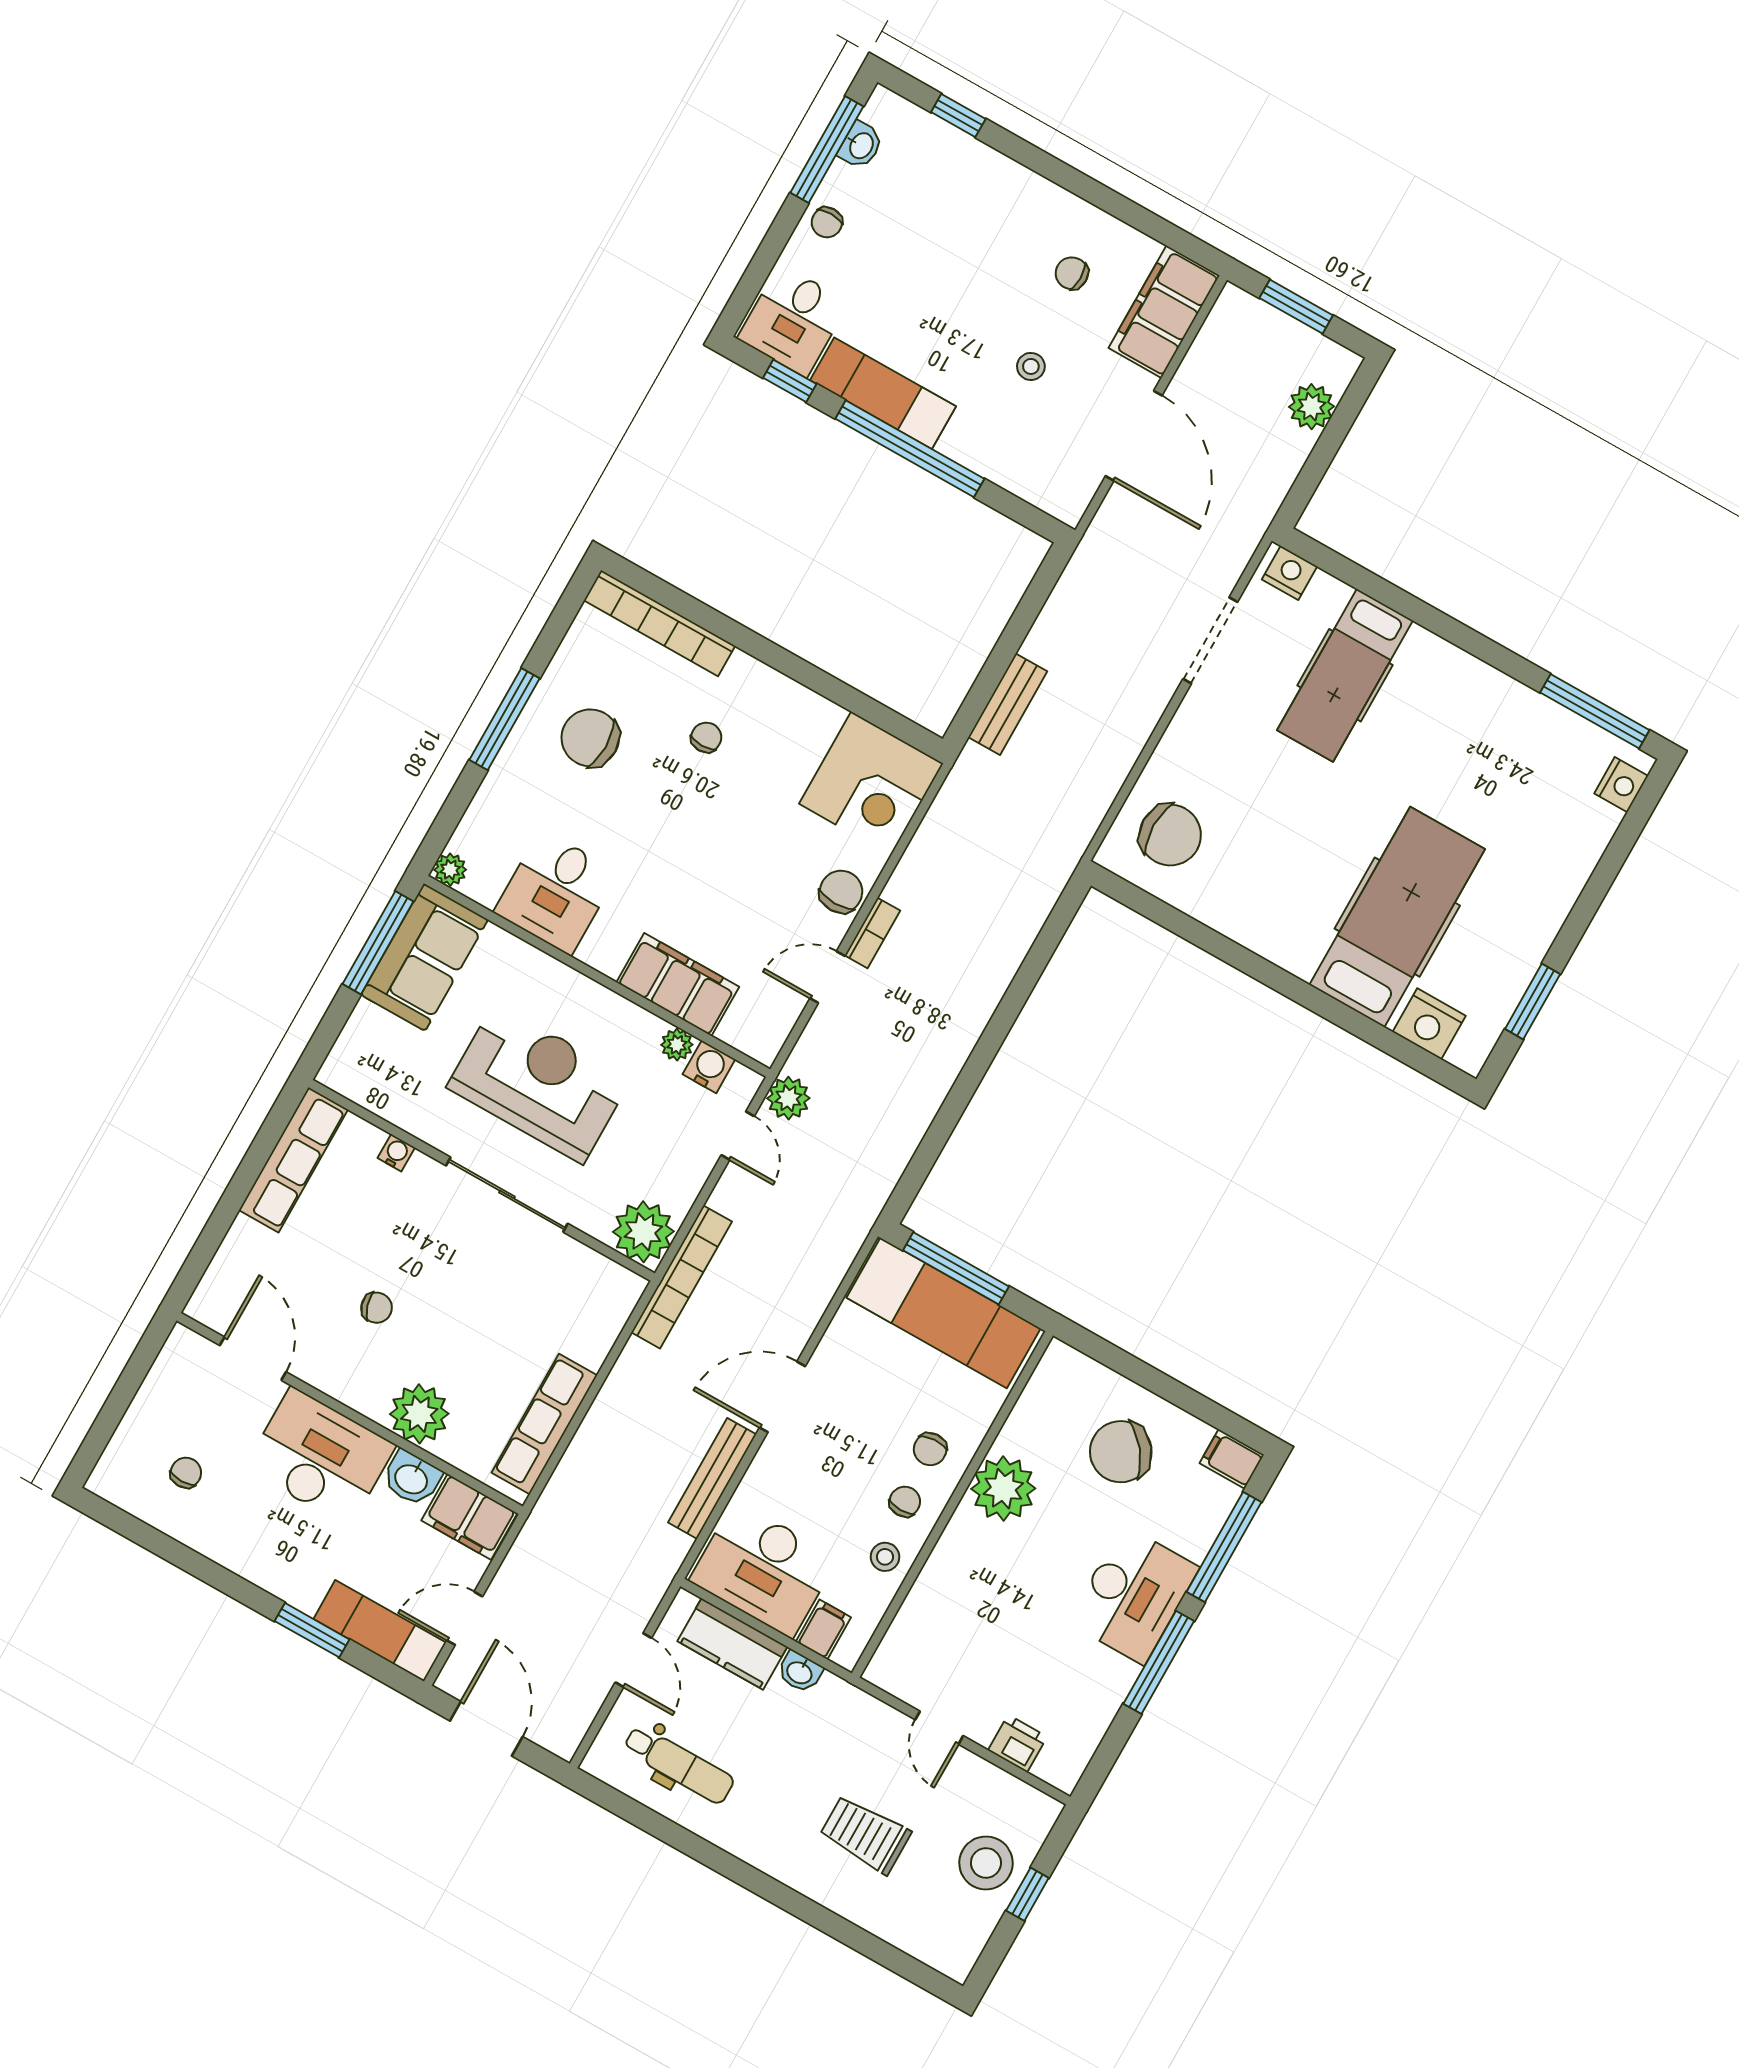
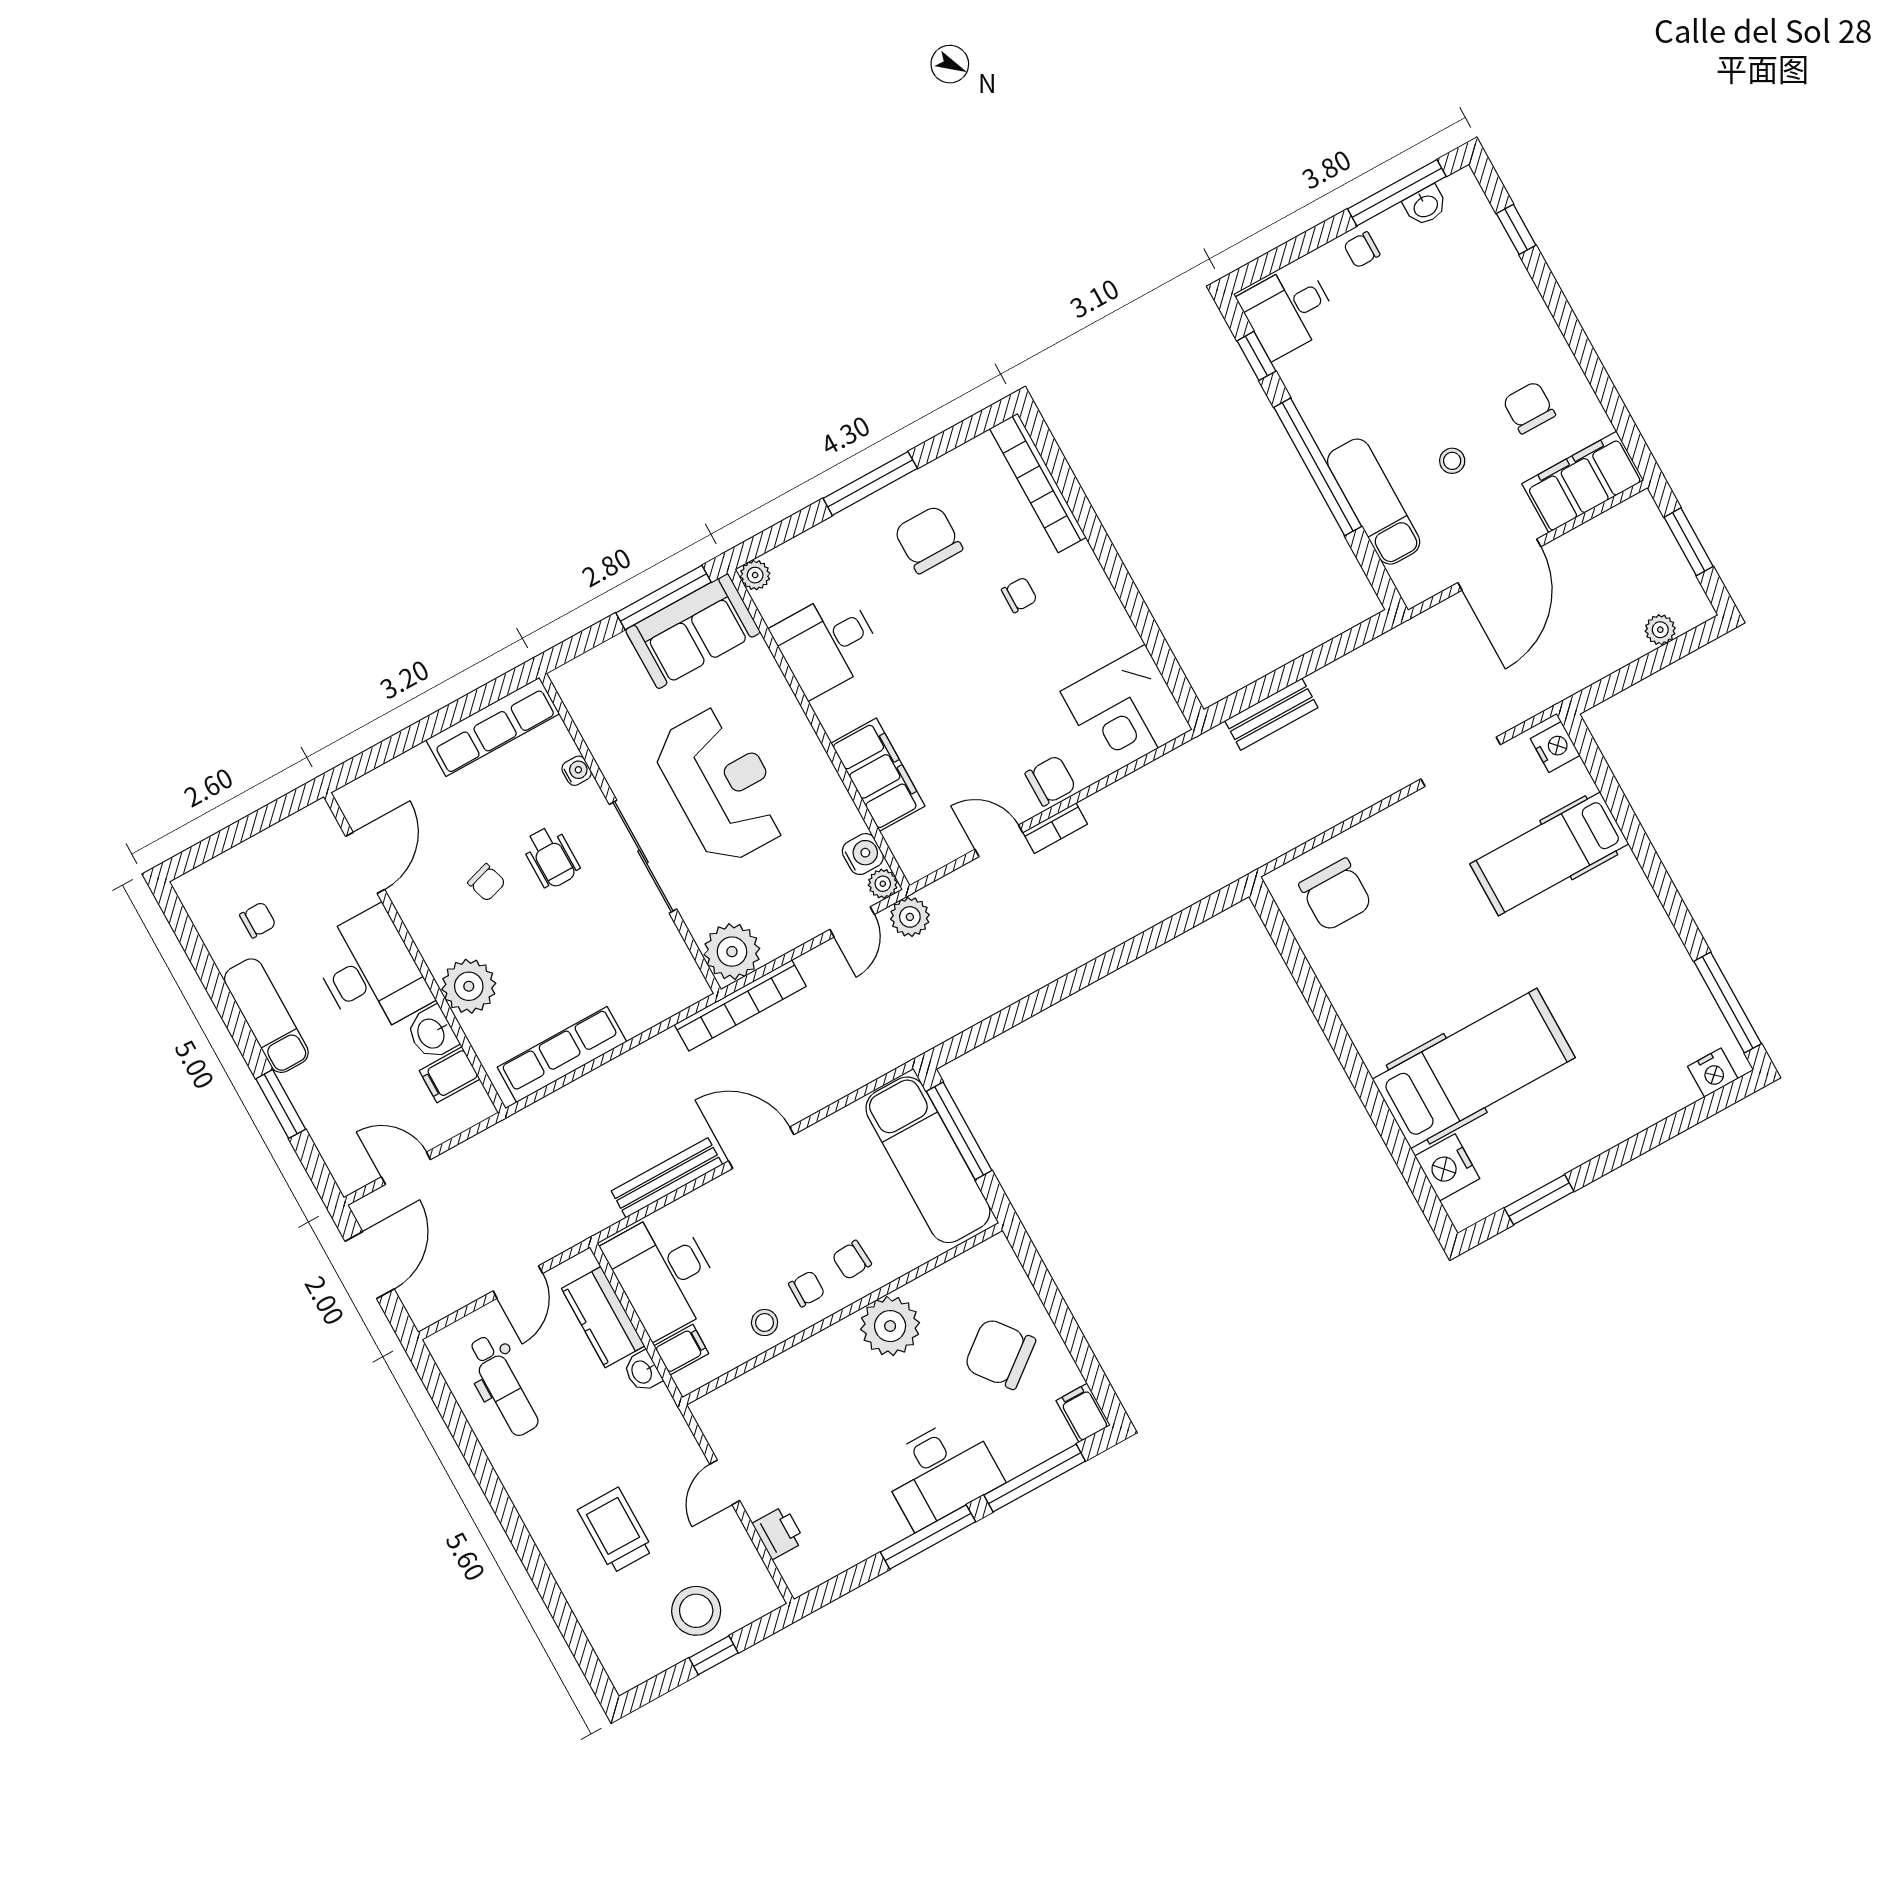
chair: (1072, 273) -> (1529, 408), width x1.37, depth x1.37
exam couch: (883, 393) -> (1374, 502), moved
plant: (1312, 407) -> (1660, 630), width x0.73, depth x0.73
plant: (677, 1045) -> (883, 884), moved
wheelchair: (422, 1247) -> (551, 857), added
filing cabinet: (469, 1517) -> (450, 1075), width x0.50
exam couch: (380, 1631) -> (266, 1016), moved

